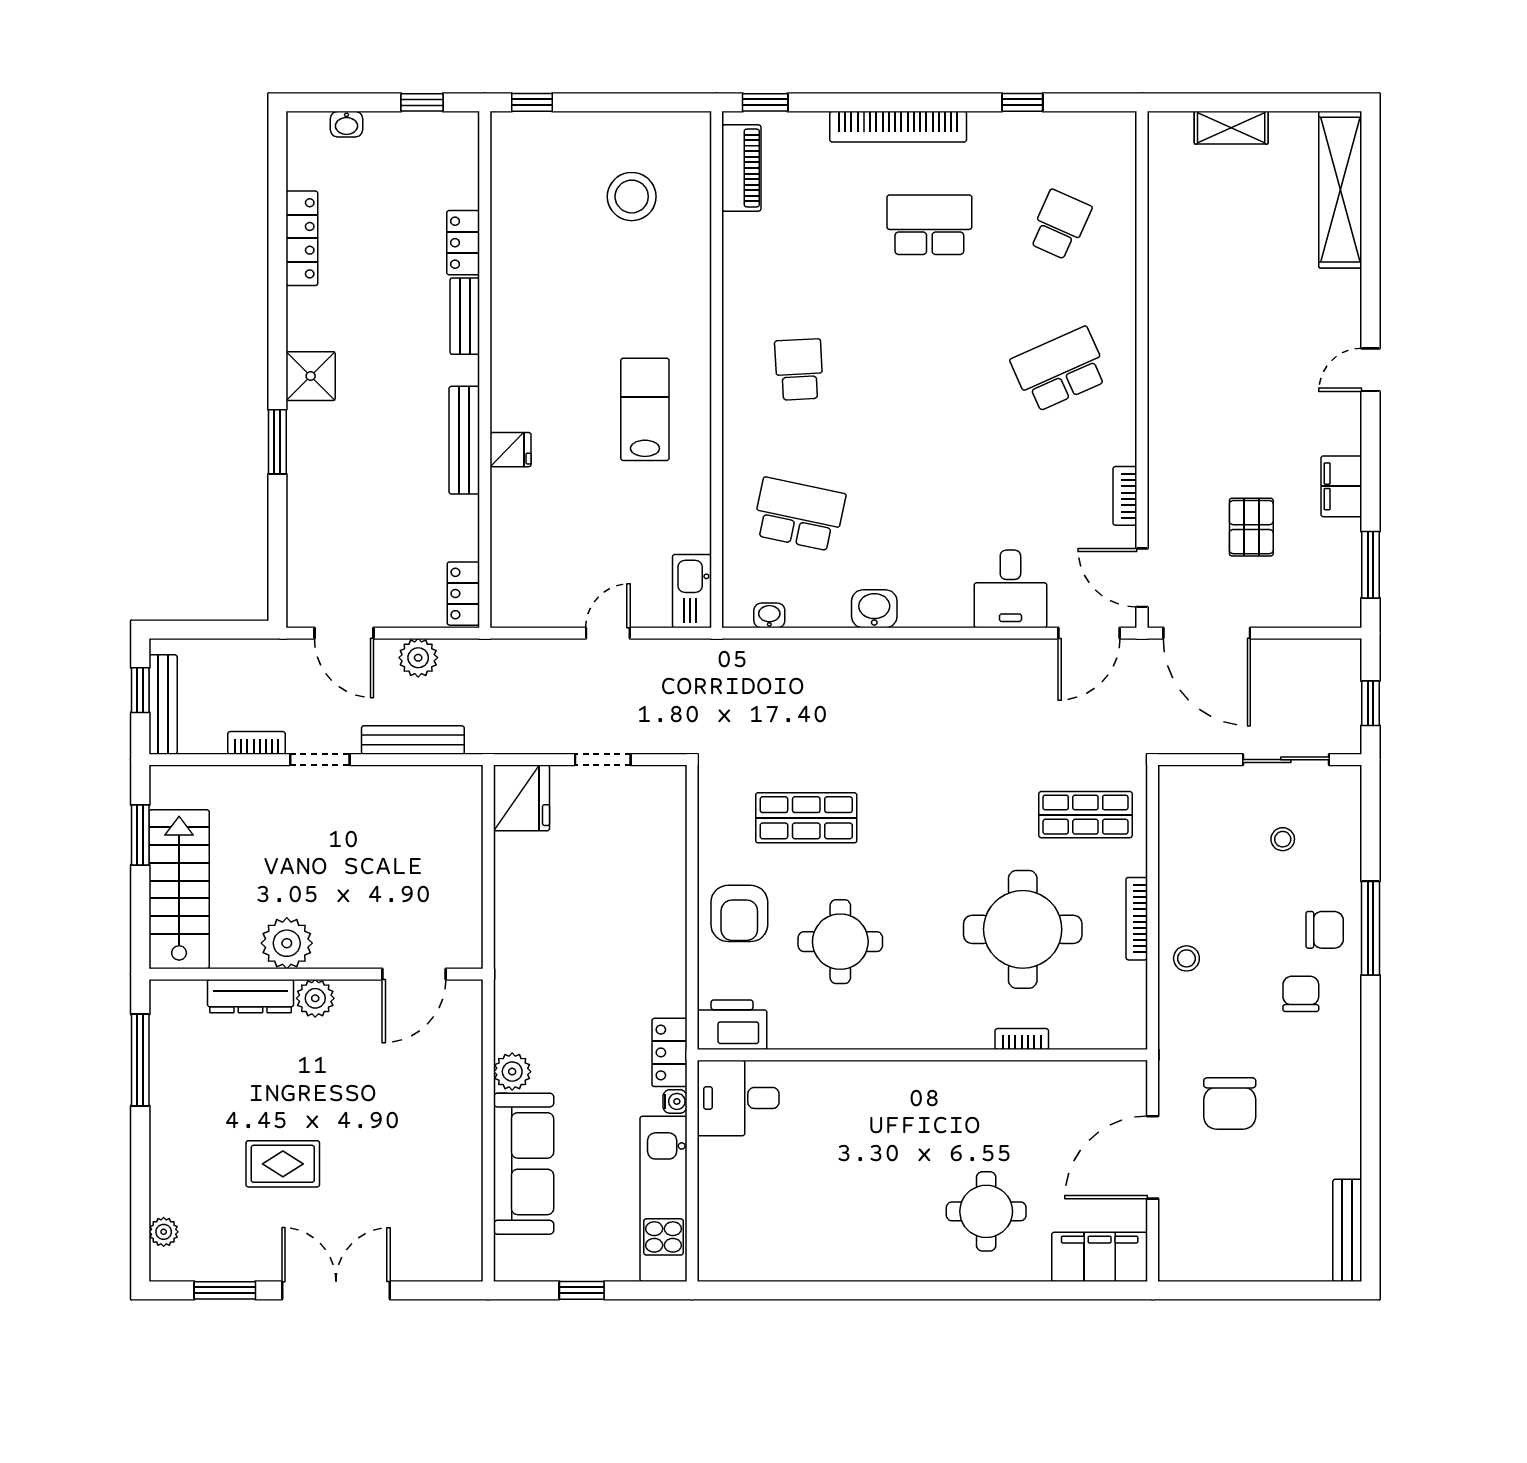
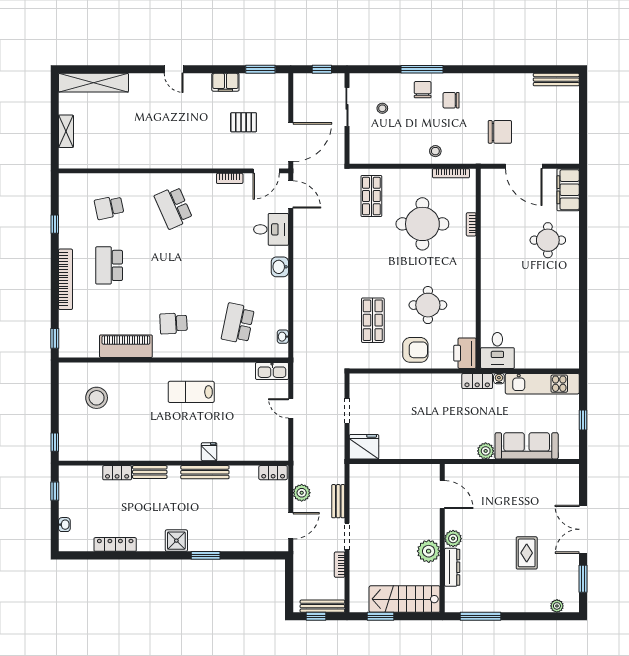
piano: (741, 168) -> (126, 346), moved, width x1.37, depth x1.33
school desk: (1060, 225) -> (109, 207), turned -36
washbasin: (874, 609) -> (280, 267), moved
bench: (413, 740) -> (338, 501), width x0.73
bookcase: (1137, 919) -> (451, 173), moved

